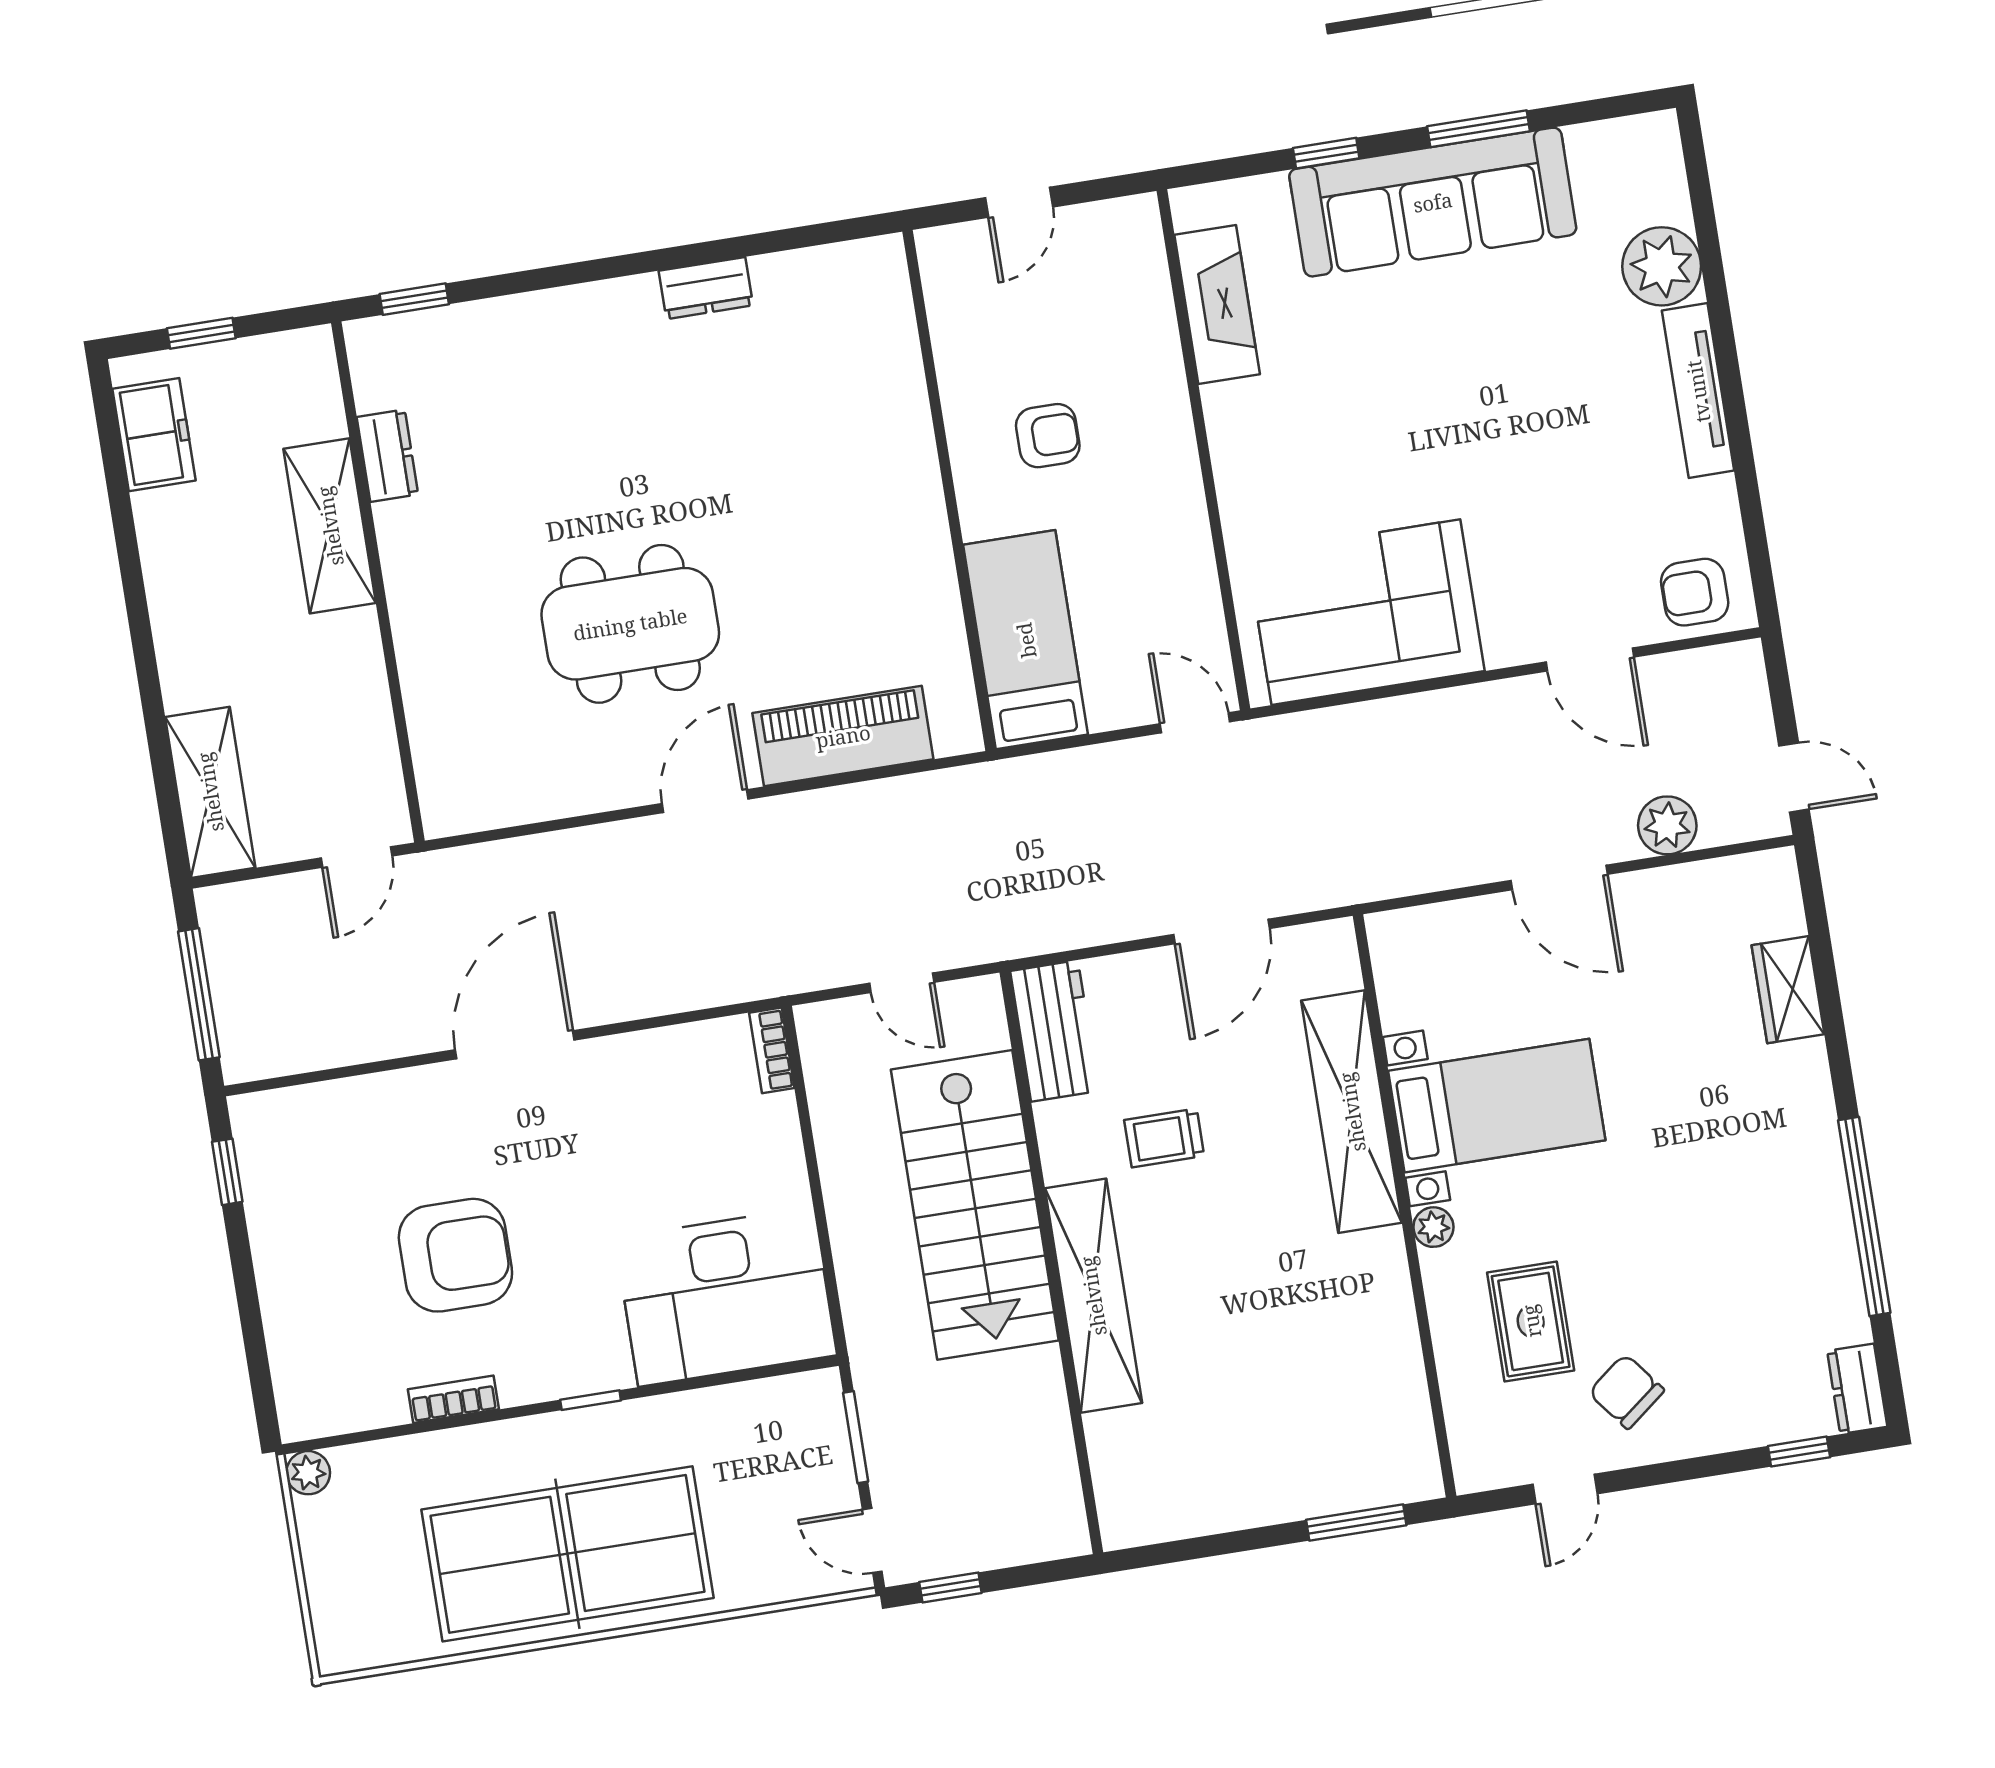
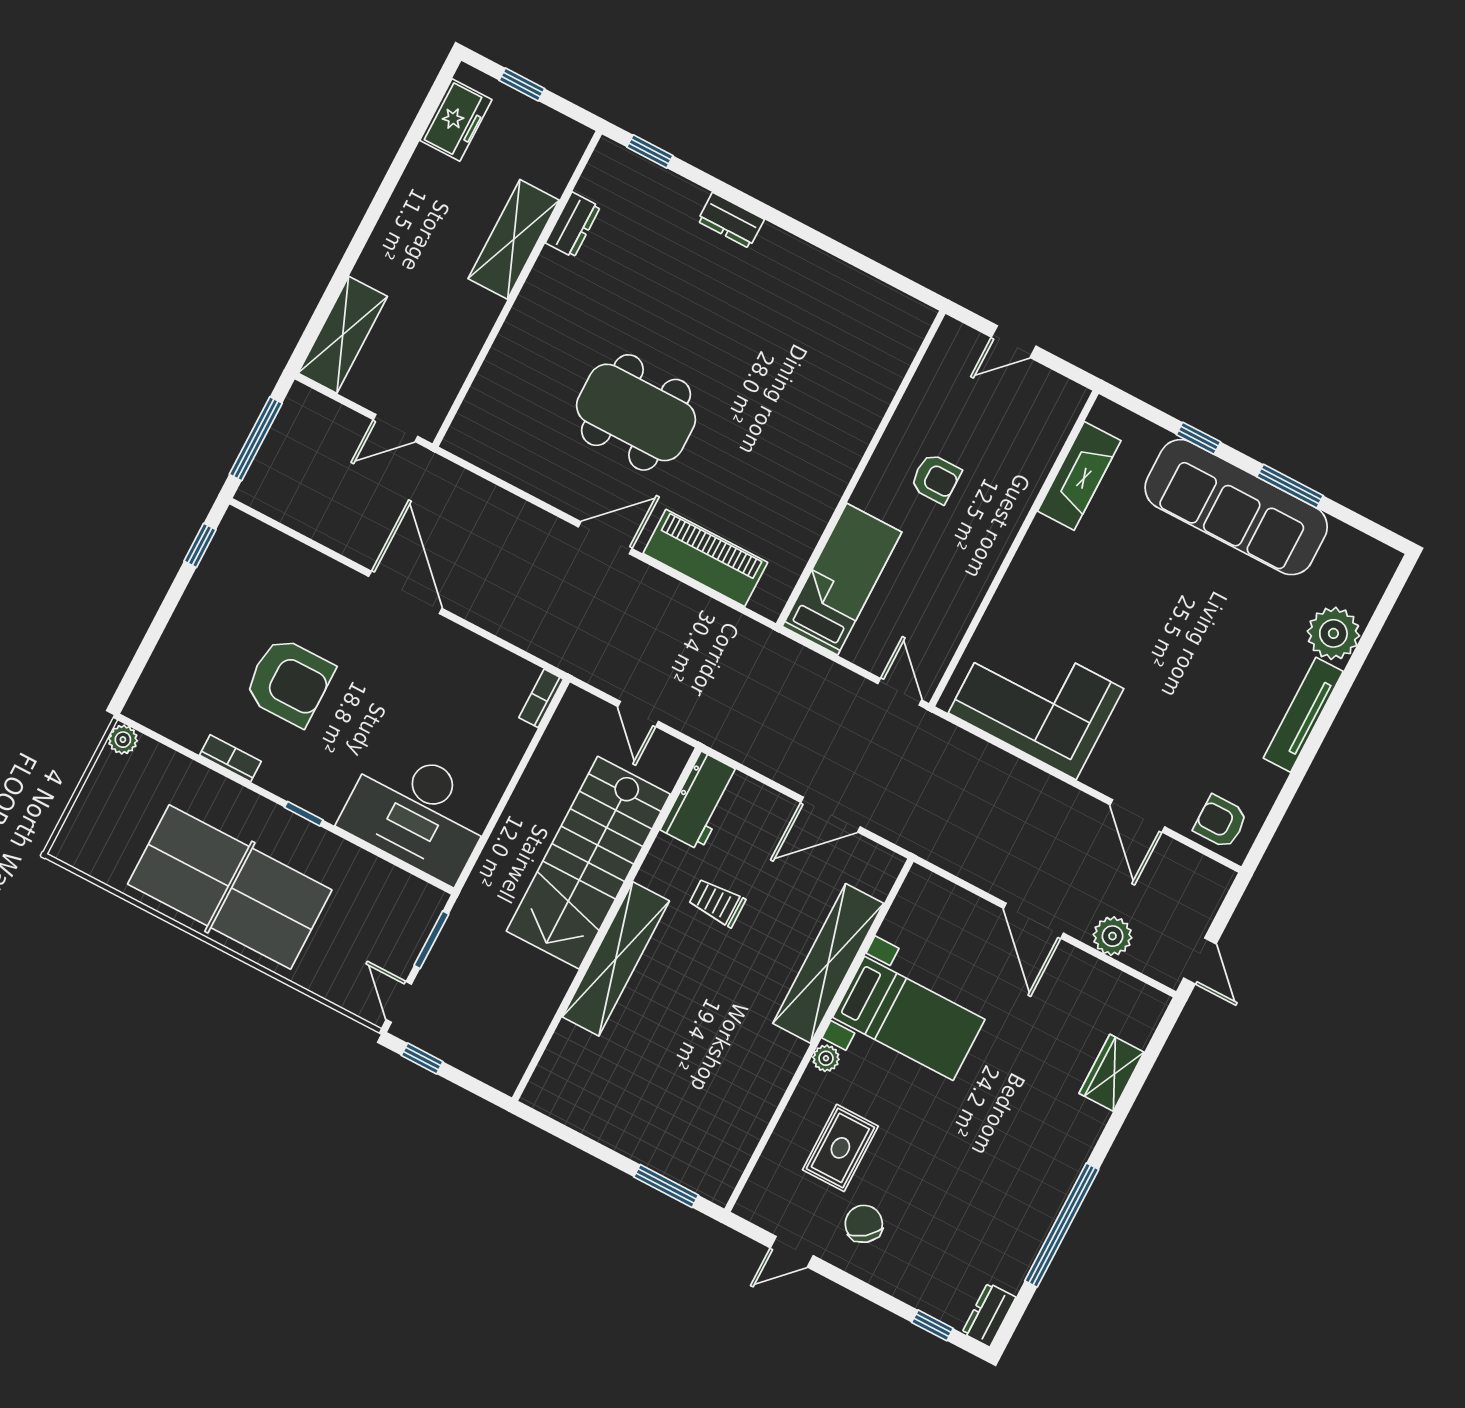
dresser: (706, 288) -> (731, 220), moved
door: (515, 1045) -> (405, 592), hinge flipped

